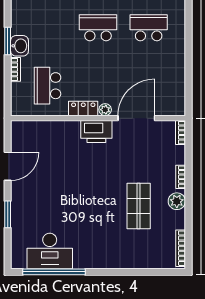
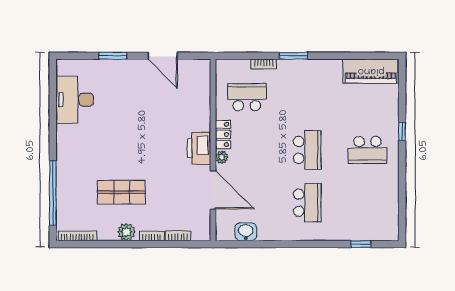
washbasin: (19, 46) -> (246, 232), moved, turned 180
bookcase: (180, 133) -> (178, 236), moved
window: (54, 272) -> (53, 193), moved

